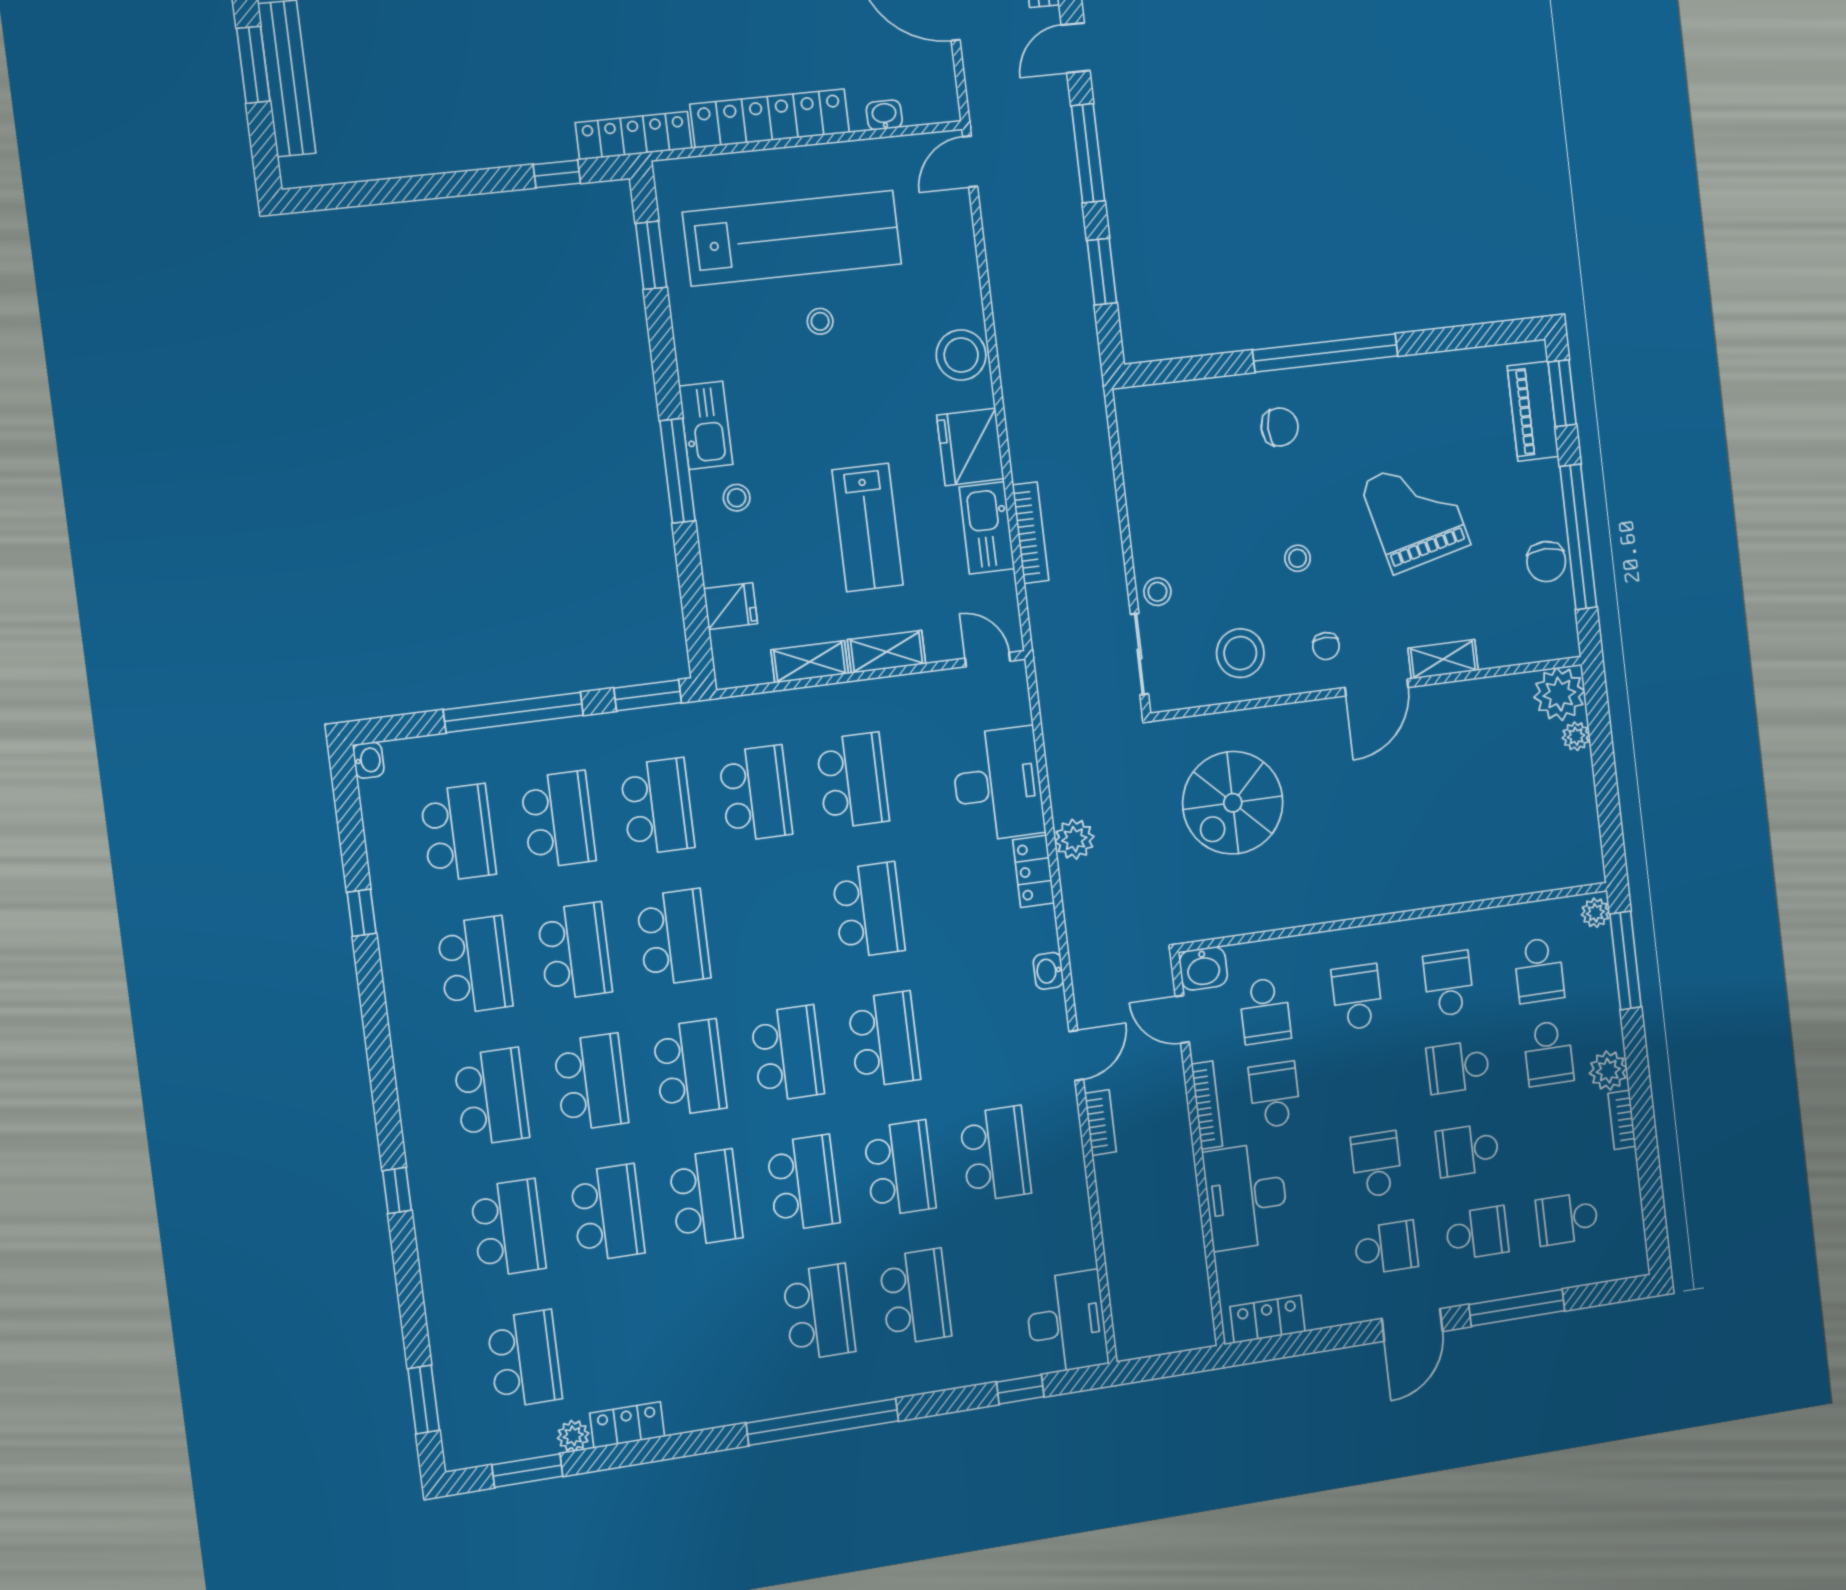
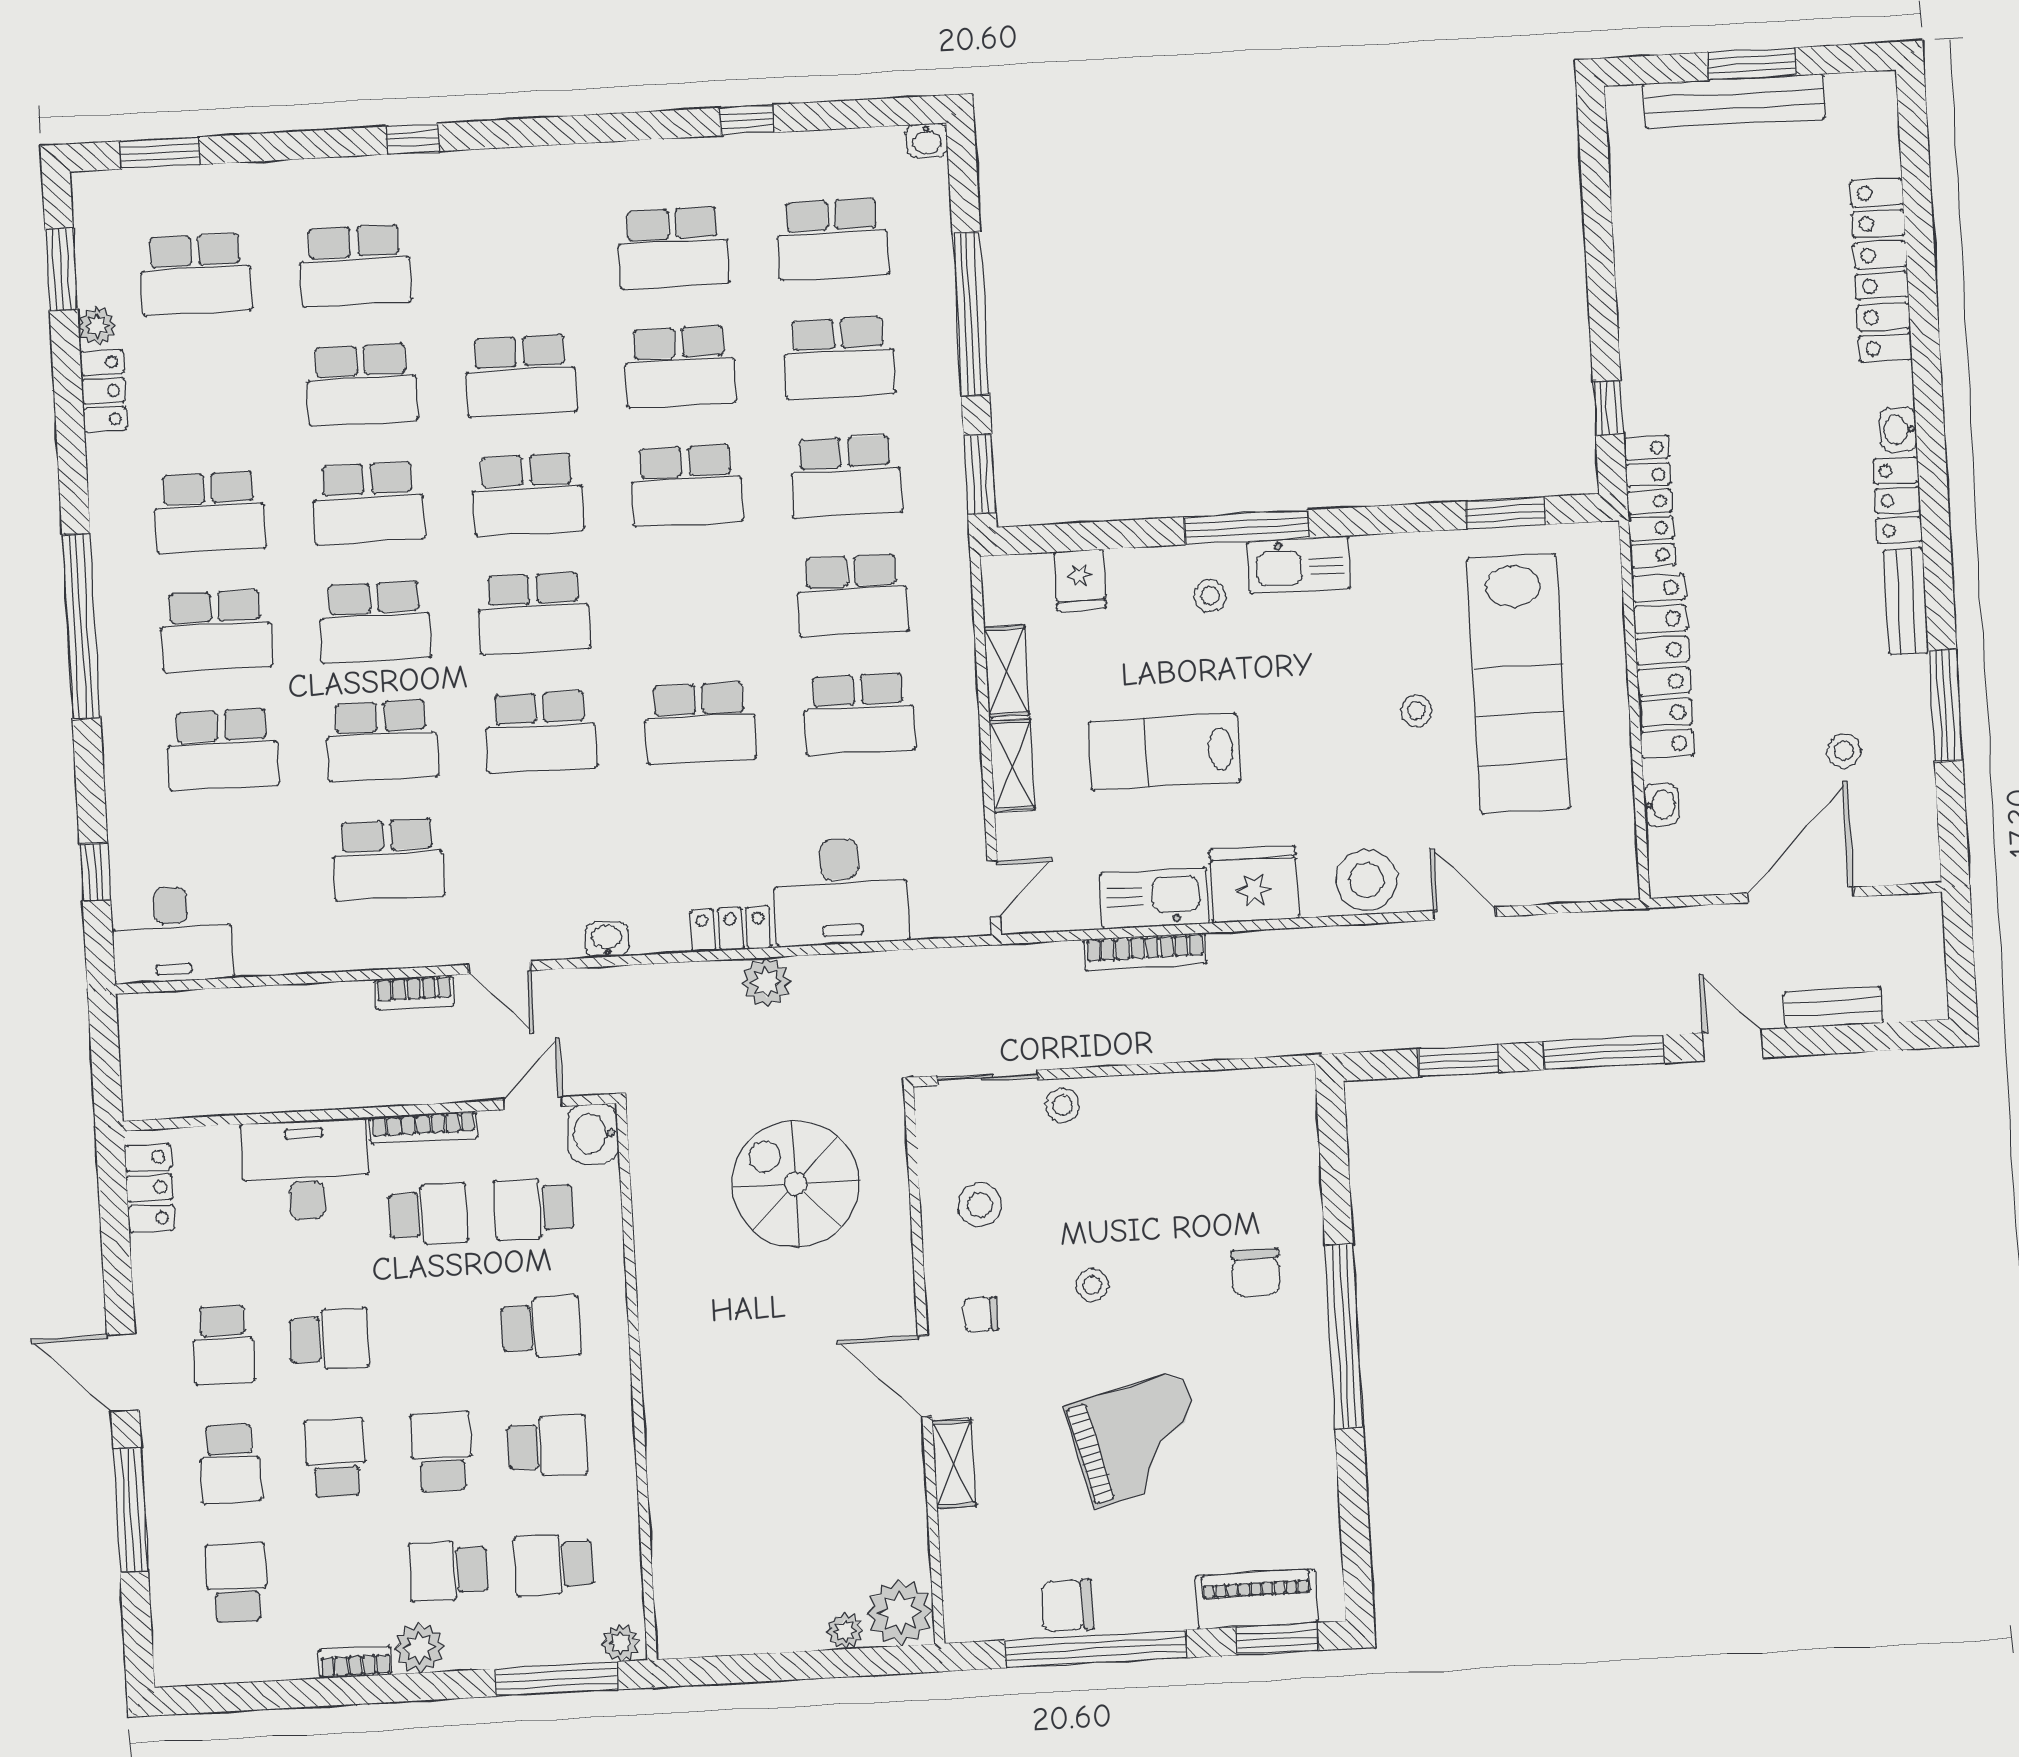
door: (970, 162) -> (1465, 914), moved
stool: (1240, 653) -> (980, 1205), width x0.73, depth x0.73
school desk: (491, 1097) -> (209, 512), moved

